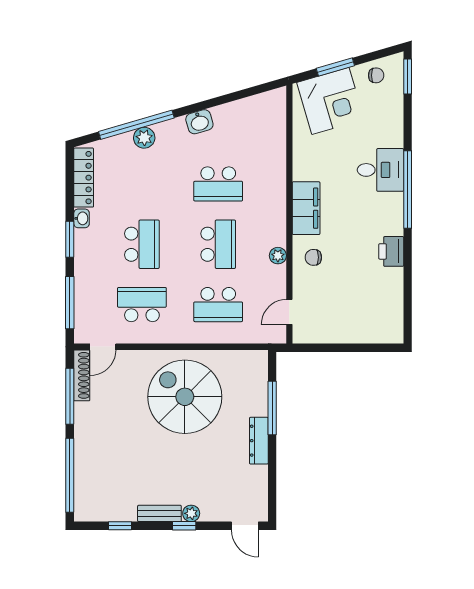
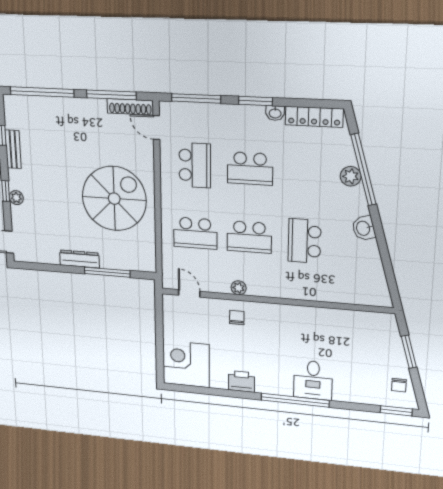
corner desk: (330, 101) -> (186, 364), moved, turned 106
filing cabinet: (306, 208) -> (281, 315), removed
school desk: (218, 305) -> (195, 233), turned -90
bench: (159, 513) -> (13, 149), moved

